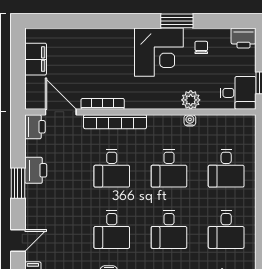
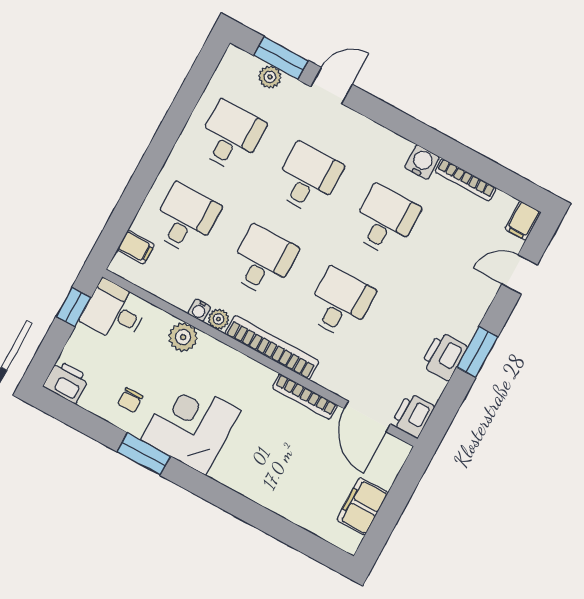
plant: (176, 121) -> (218, 319), added
bookcase: (115, 122) -> (272, 347), moved
filing cabinet: (246, 137) -> (136, 247), added

